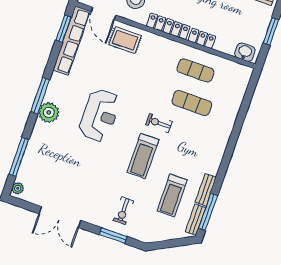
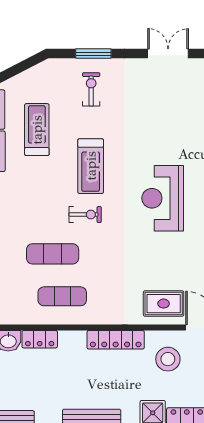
locker: (202, 38) -> (40, 339), moved
treadmill: (143, 156) -> (91, 166), turned 180
double door: (60, 217) -> (168, 54), width x0.73

